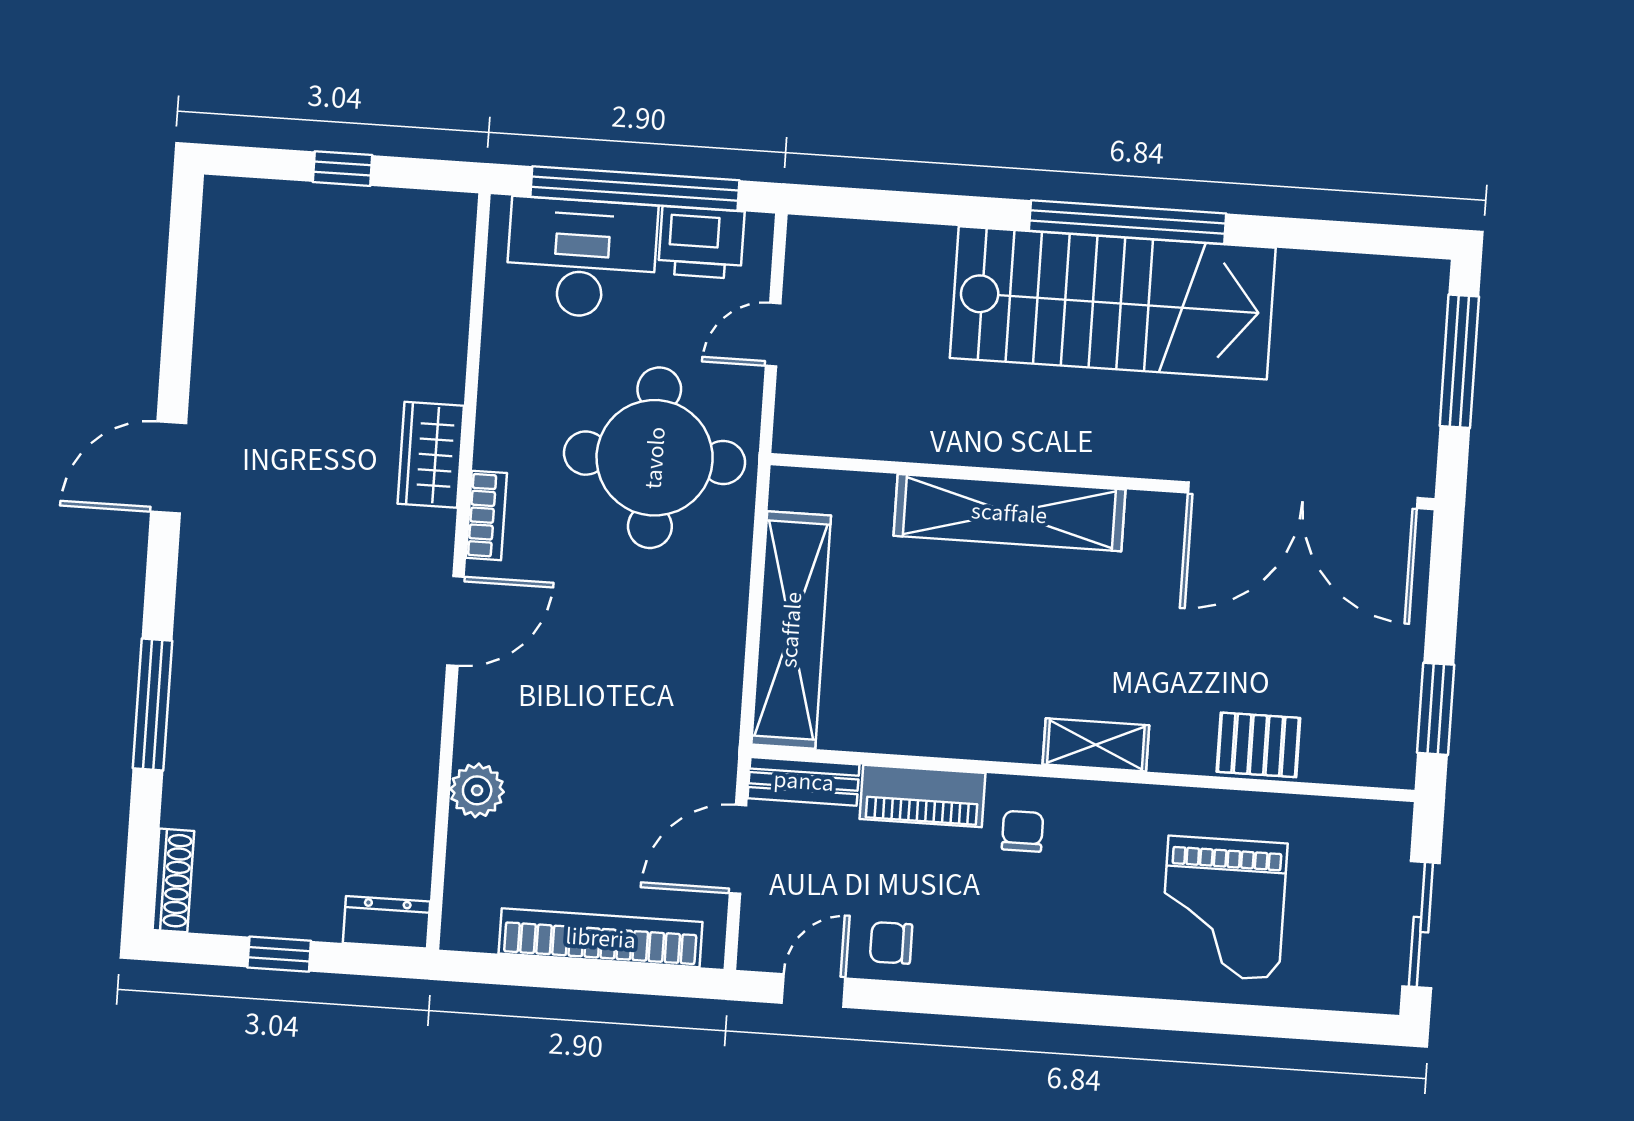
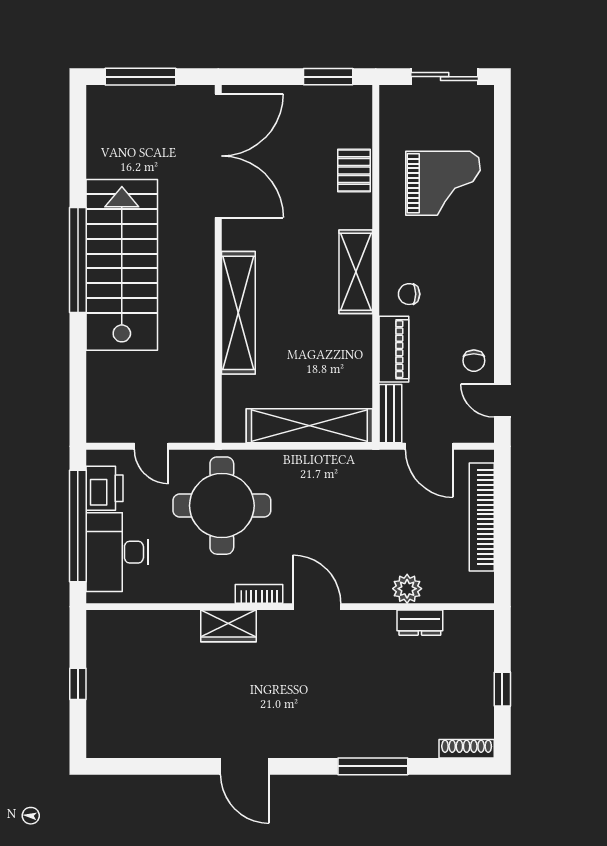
shelving: (1096, 745) -> (356, 272), width x1.50, depth x1.33
dresser: (386, 922) -> (420, 623), moved, turned -90

